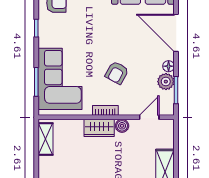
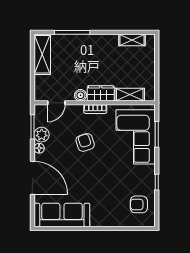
armchair: (117, 73) -> (85, 142), turned -47
shelving: (45, 139) -> (130, 95), moved, turned 90

